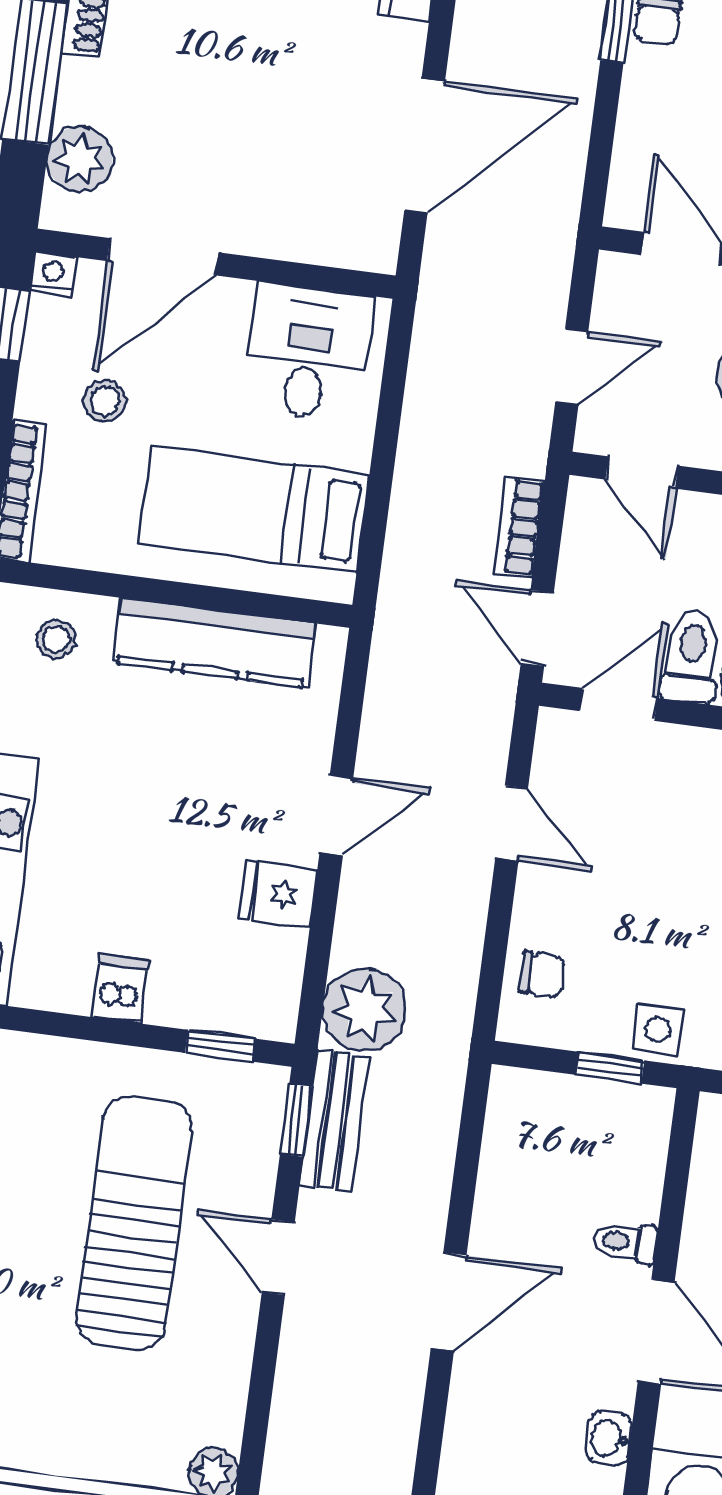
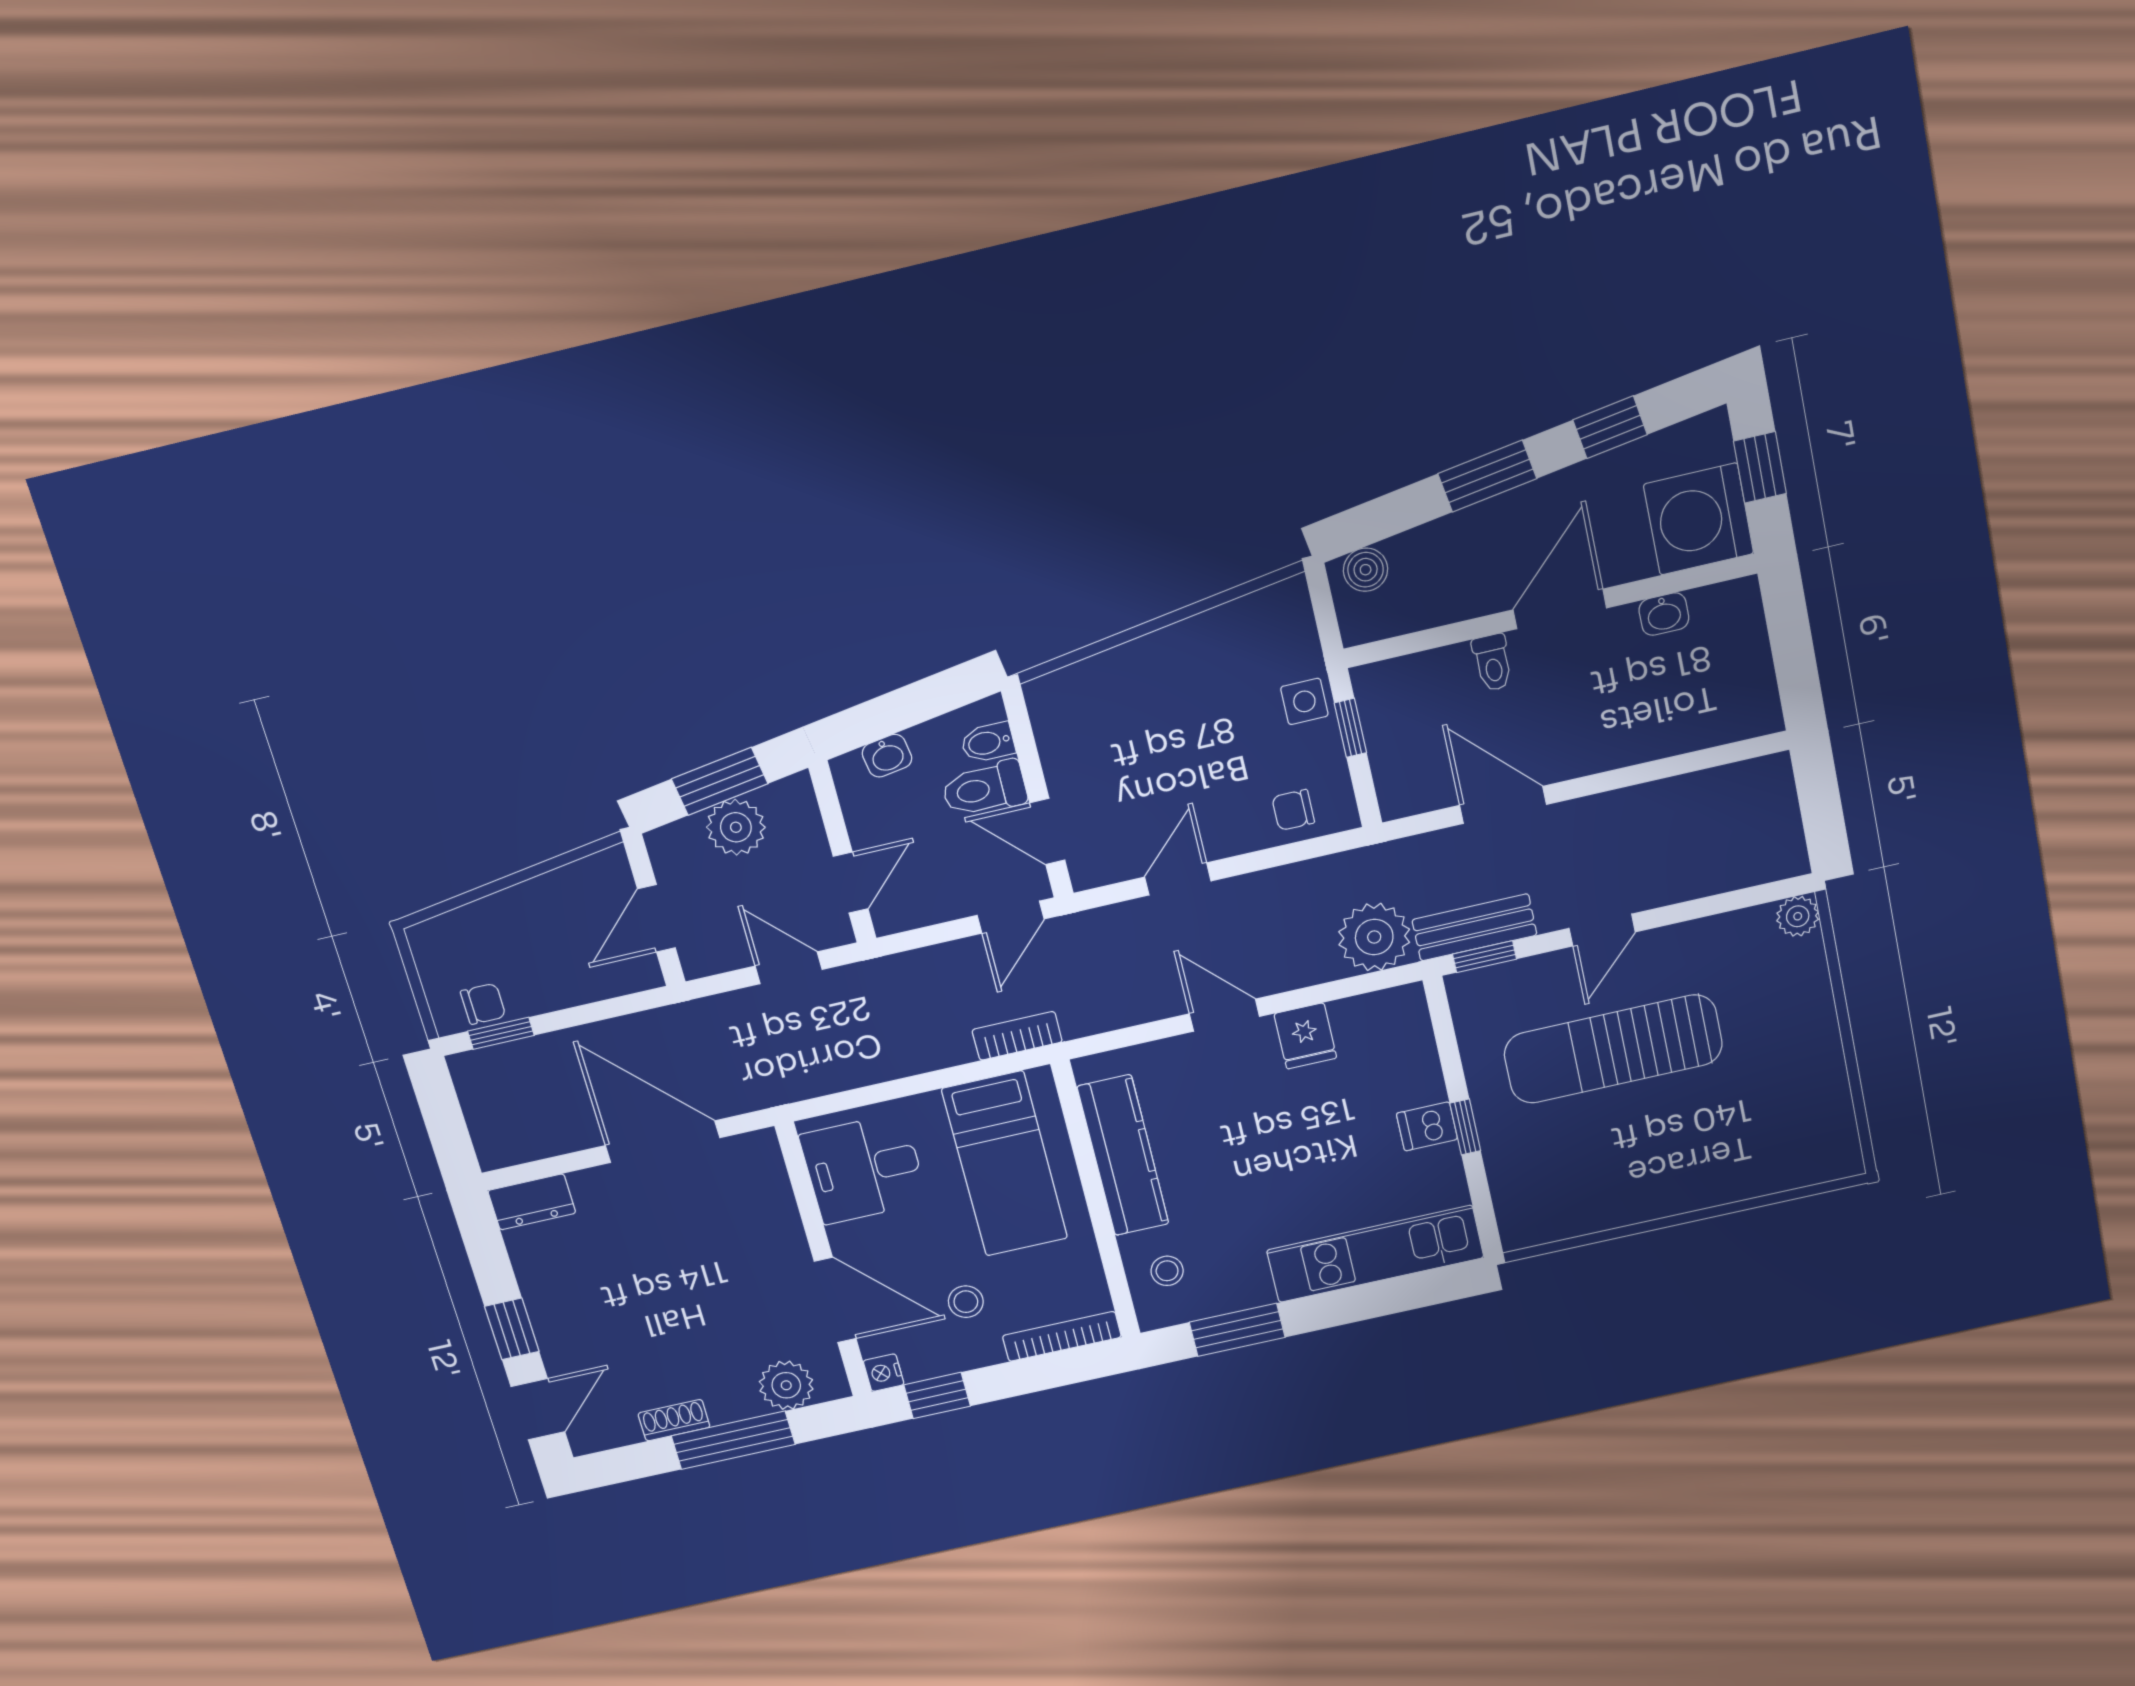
bookcase: (519, 527) -> (1017, 1036), moved, turned 180
chair: (542, 974) -> (1293, 810), turned -90
window: (220, 1046) -> (1465, 1127), moved
door: (449, 1302) -> (1503, 805), moved

